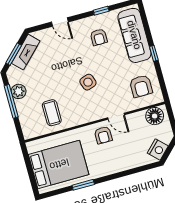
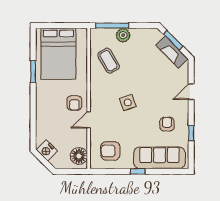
armchair: (99, 37) -> (167, 124), turned 90
plant: (19, 91) -> (123, 35), moved
window: (11, 101) -> (112, 26), moved
coffee table: (52, 113) -> (109, 61), turned 60
armchair: (103, 135) -> (74, 103), turned -90

